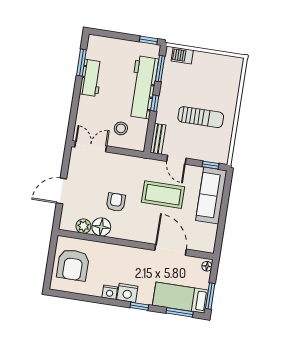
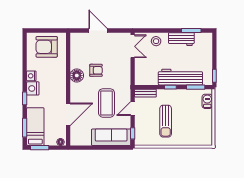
stool: (121, 128) -> (156, 41), moved
plant: (83, 226) -> (75, 50), removed
floor lamp: (101, 227) -> (77, 75), moved

